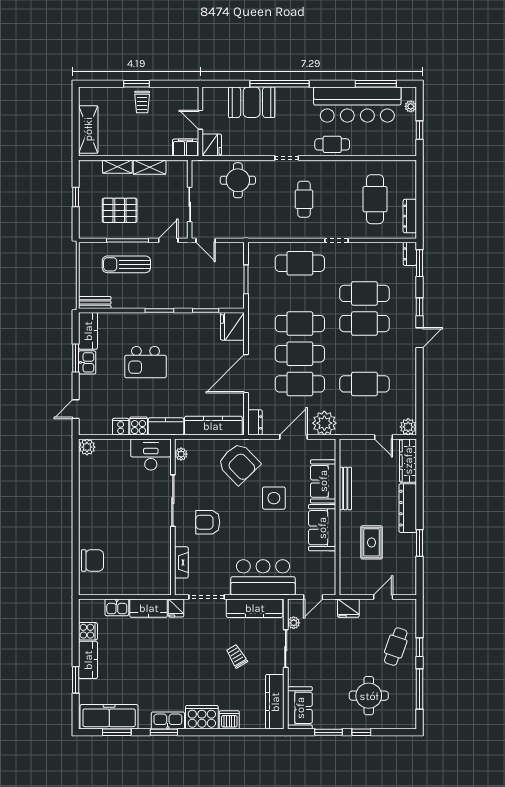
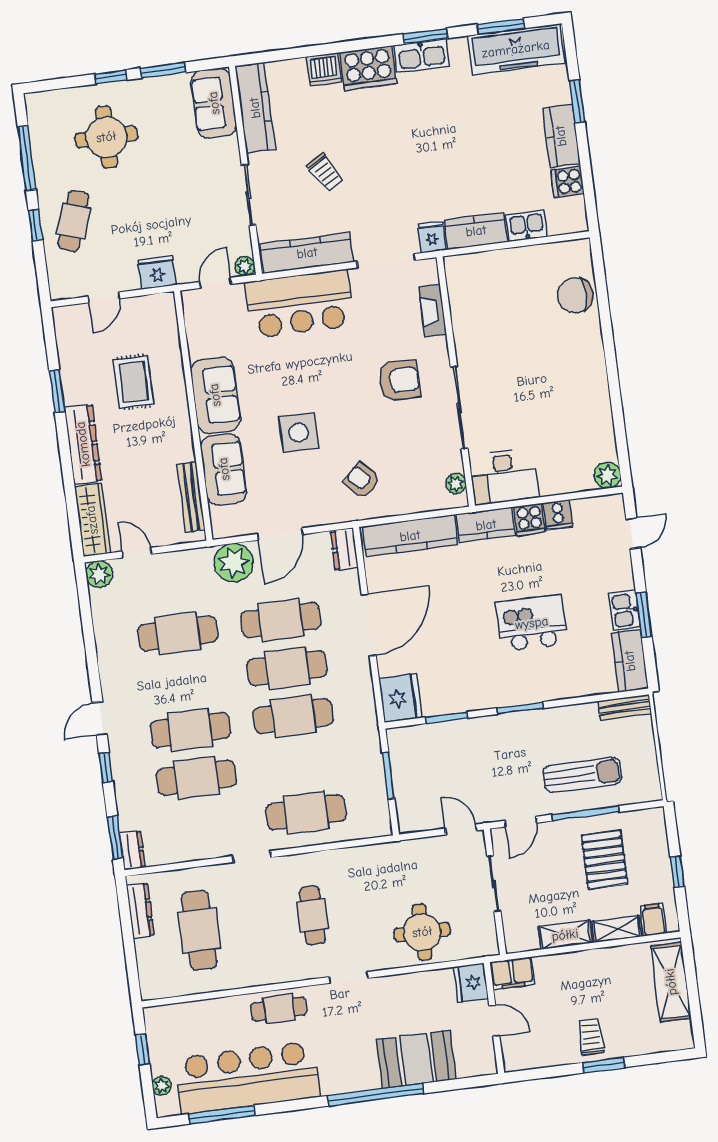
filing cabinet: (94, 169) -> (653, 920), added
pallet: (120, 210) -> (604, 860), turned 90
armchair: (239, 463) -> (362, 480), width x0.53, depth x0.53
bench: (345, 488) -> (191, 497), moved
plant: (294, 623) -> (245, 266), moved

